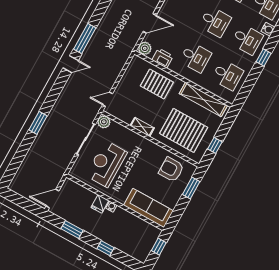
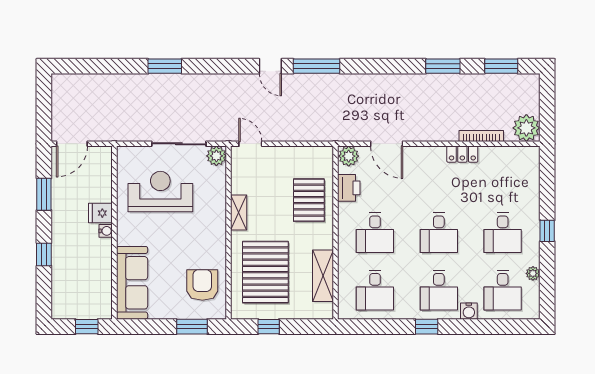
shelving: (203, 99) -> (323, 276), width x0.68
door: (53, 199) -> (72, 144), swing flipped

